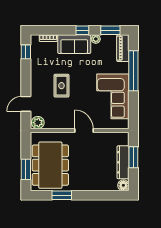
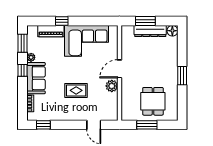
piano: (123, 48) -> (51, 31), moved
window: (133, 71) -> (62, 21), width x0.32
plant: (38, 123) -> (112, 86), moved
dining table: (50, 165) -> (153, 101), width x0.53, depth x0.80
window: (26, 169) -> (147, 125), moved
window: (62, 195) -> (182, 76), moved

